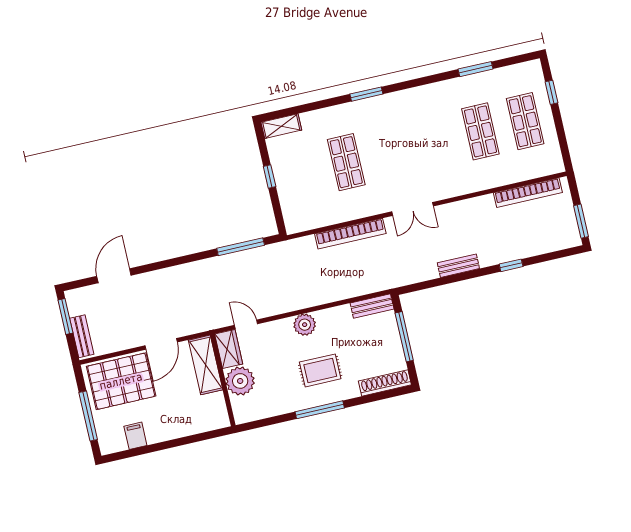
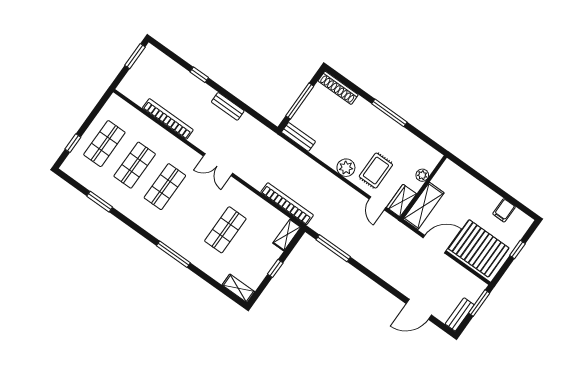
window: (366, 94) -> (173, 254), width x1.44
shop shelf: (436, 142) -> (165, 187), added
bookcase: (528, 193) -> (168, 119), moved
double door: (412, 209) -> (218, 165), swing flipped
shelving: (291, 215) -> (287, 235), added
bookcase: (350, 234) -> (287, 204), moved
window: (65, 316) -> (479, 303), moved
bench: (82, 336) -> (460, 314), moved
rug: (320, 370) -> (376, 171), moved, turned 90
plant: (240, 381) -> (422, 175), width x0.53, depth x0.53
window: (88, 416) -> (517, 250), width x0.46

